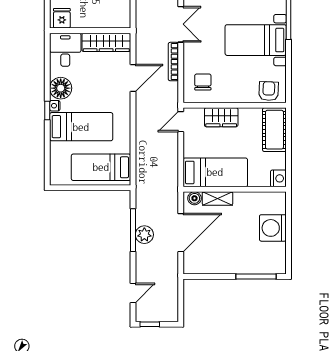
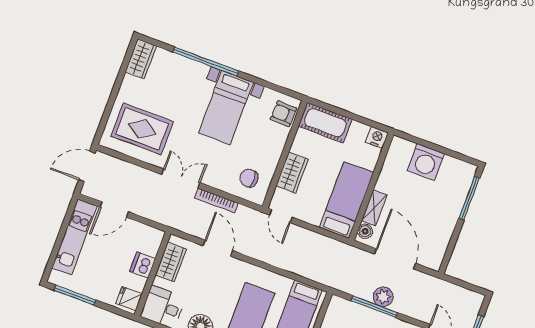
dishwasher: (95, 19) -> (143, 265), added
wardrobe: (106, 42) -> (171, 262), width x0.67

